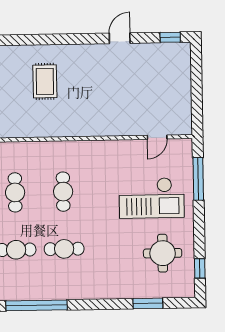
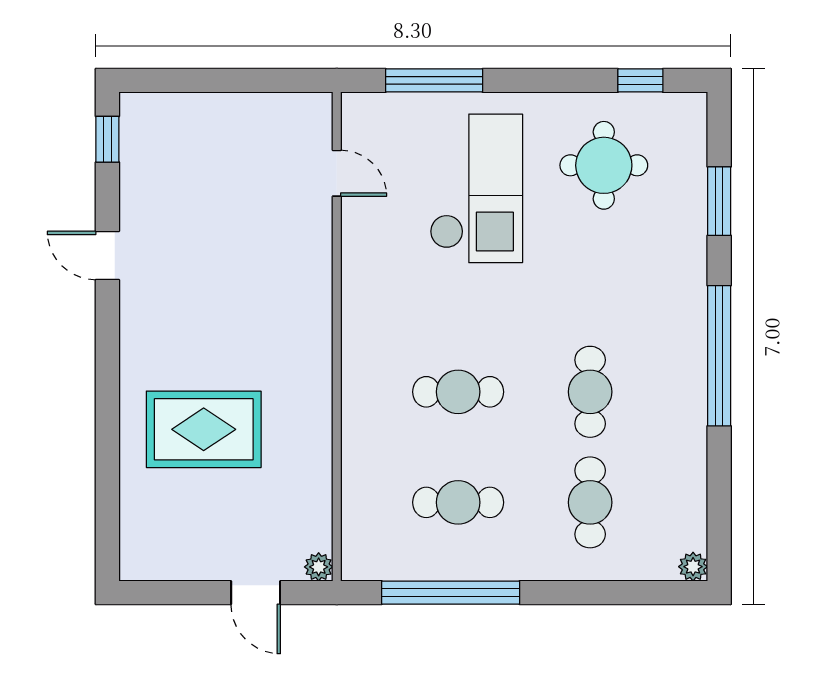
rug: (45, 81) -> (204, 429), width x1.36, depth x1.43
window: (37, 305) -> (719, 356), moved

